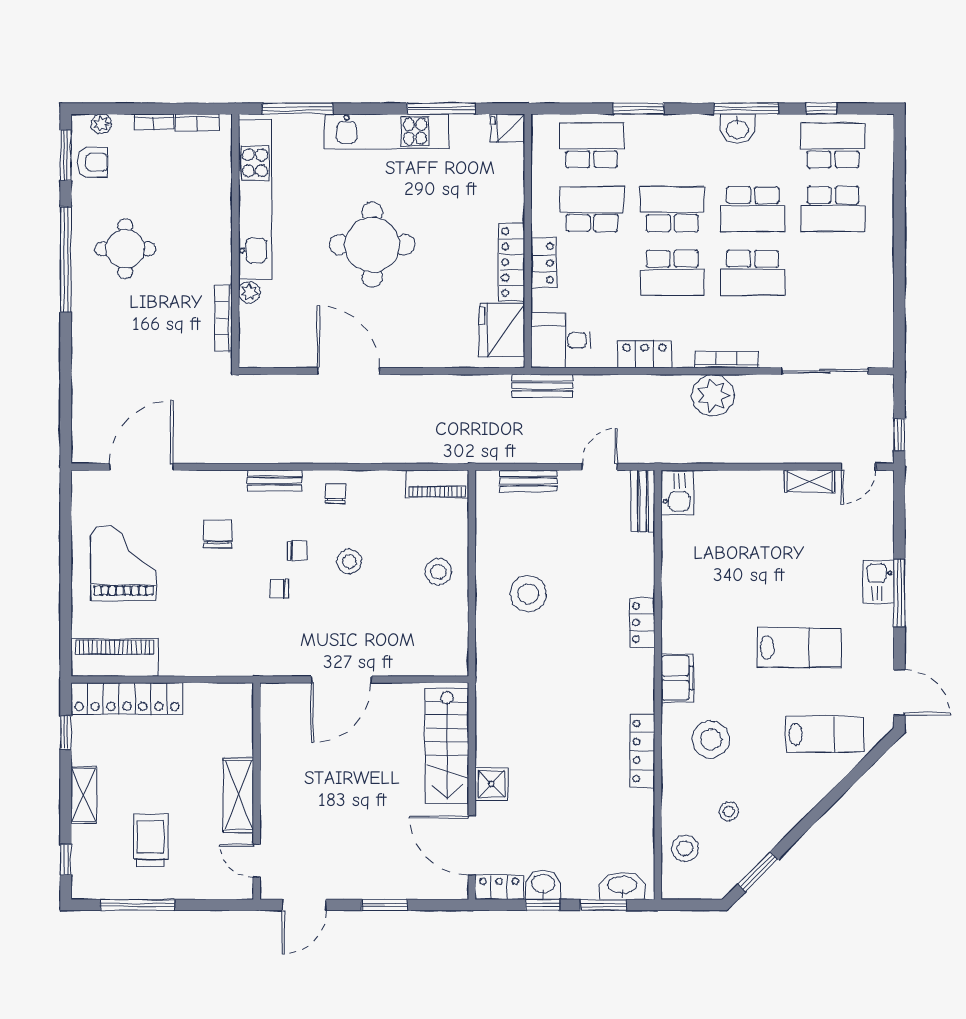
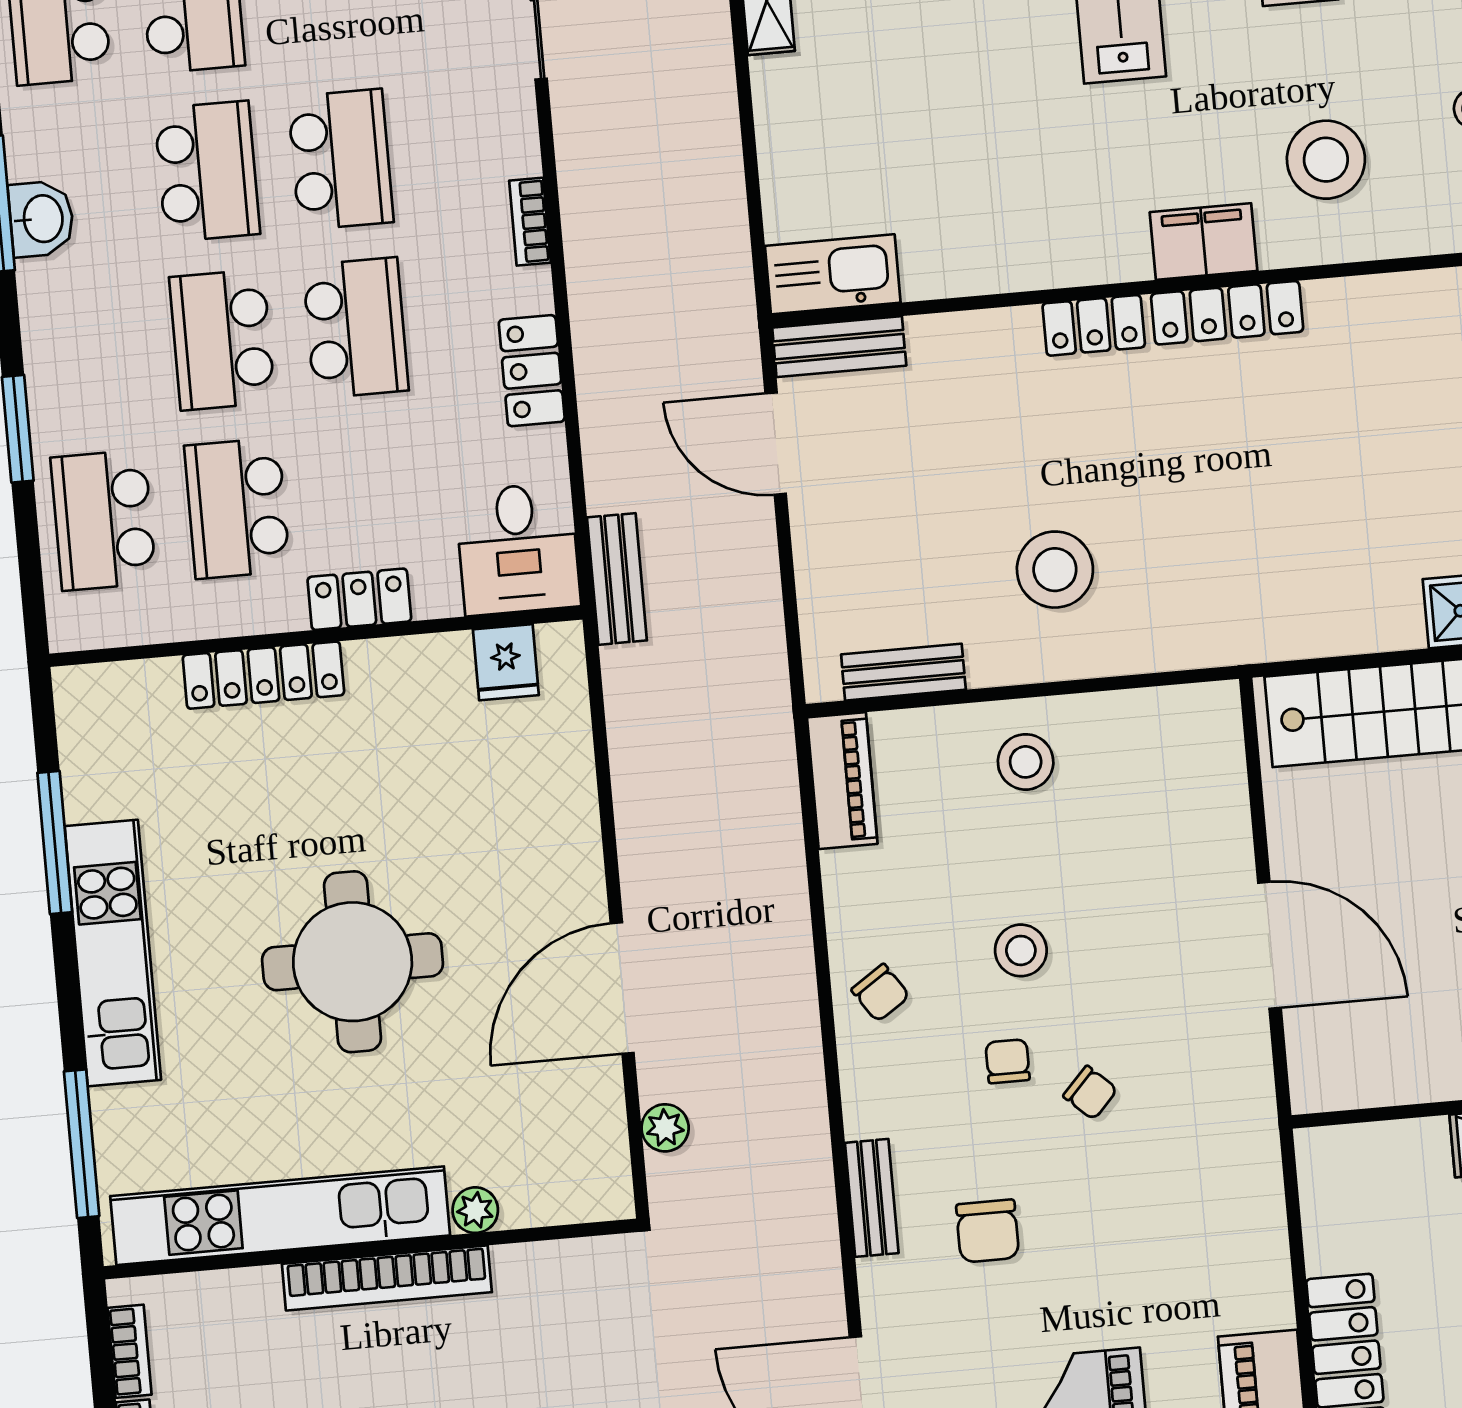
fridge: (508, 128) -> (83, 700), removed
locker: (512, 262) -> (263, 675), moved
bookcase: (224, 318) -> (387, 1278), moved, width x1.48, depth x1.31
fridge: (502, 330) -> (506, 662), width x0.53, depth x0.75
bookcase: (727, 360) -> (530, 222), width x0.64
plant: (713, 395) -> (665, 1128), moved, width x0.53, depth x0.53
door: (600, 467) -> (776, 444), width x1.38
bench: (275, 480) -> (872, 1198), moved
bench: (528, 481) -> (903, 672), moved, turned 90
chair: (335, 493) -> (880, 993), turned -124
kitchen sink: (677, 493) -> (833, 274), width x1.38
chair: (218, 534) -> (988, 1231), turned -90
chair: (279, 588) -> (1090, 1093), turned -47
locker: (643, 751) -> (1227, 313), moved

